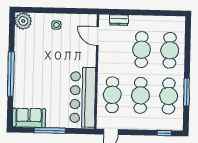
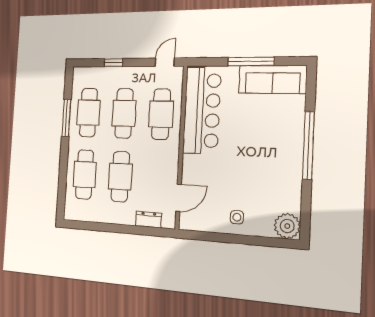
door: (98, 36) -> (179, 198), hinge flipped
sofa: (29, 118) -> (273, 79), width x1.36
window: (164, 133) -> (113, 63), moved

